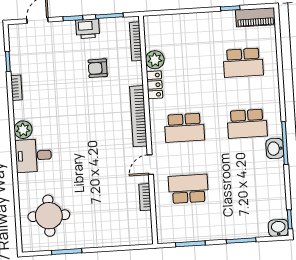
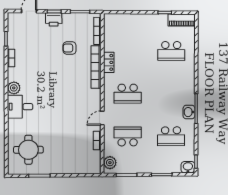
printer: (88, 29) -> (54, 20), moved
plant: (155, 60) -> (110, 163), moved
bookcase: (138, 116) -> (96, 67), moved
school desk: (247, 124) -> (171, 136), moved

